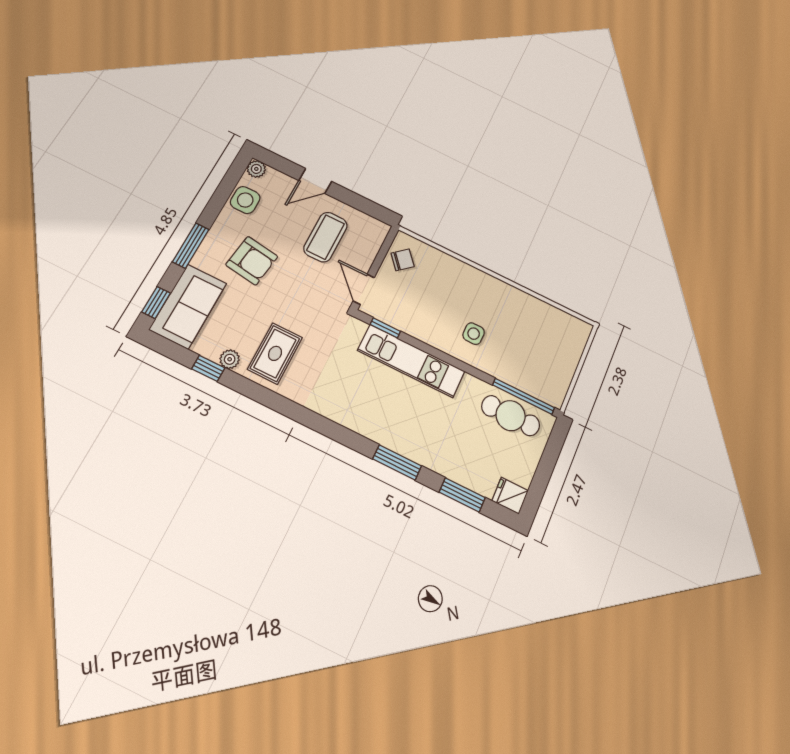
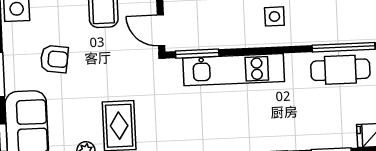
armchair: (252, 261) -> (54, 59), width x0.72, depth x0.72
window: (385, 328) -> (197, 54), width x1.50

